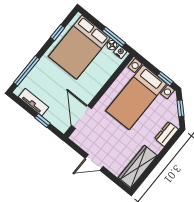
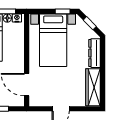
dresser: (167, 134) -> (95, 53), width x1.44

